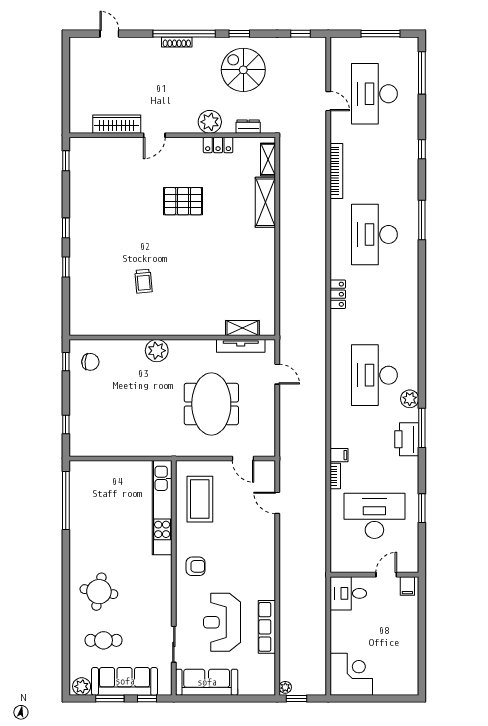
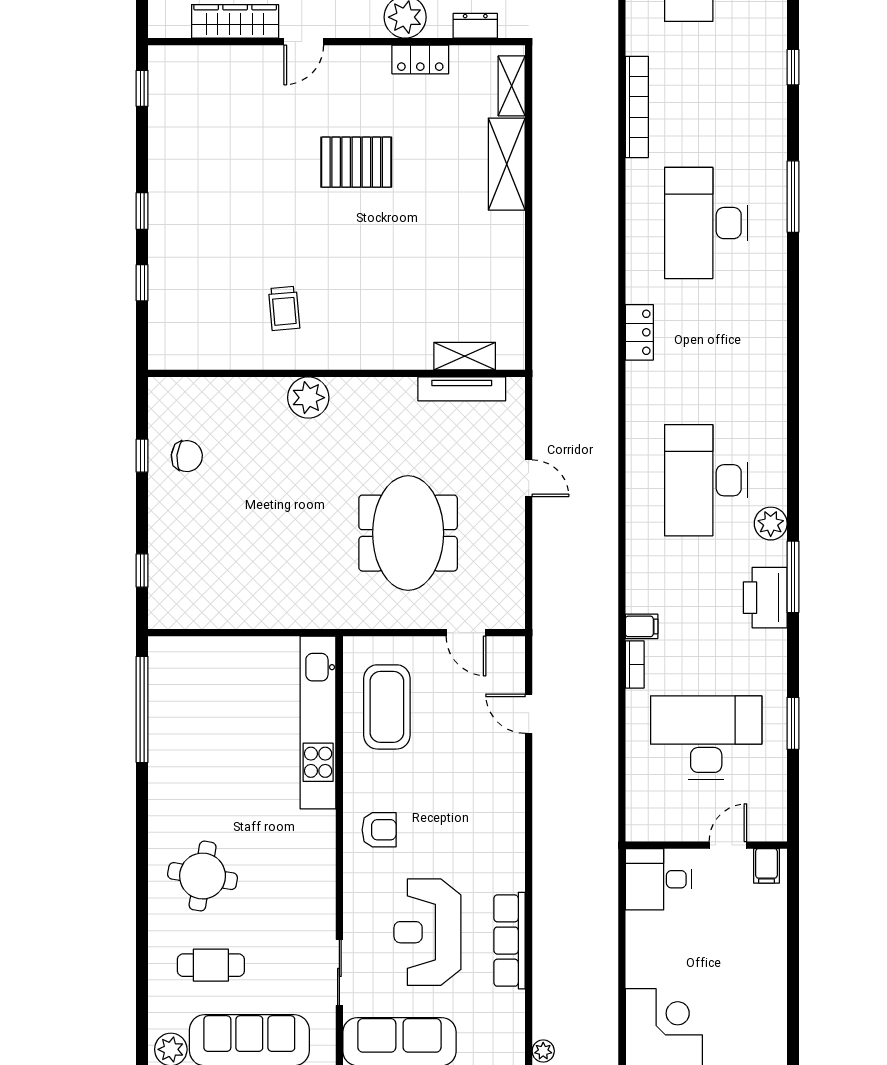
shelving: (242, 328) -> (465, 356), moved
wall: (172, 337) -> (337, 373), moved
tv unit: (241, 346) -> (462, 389), moved
plant: (157, 351) -> (308, 398), moved

